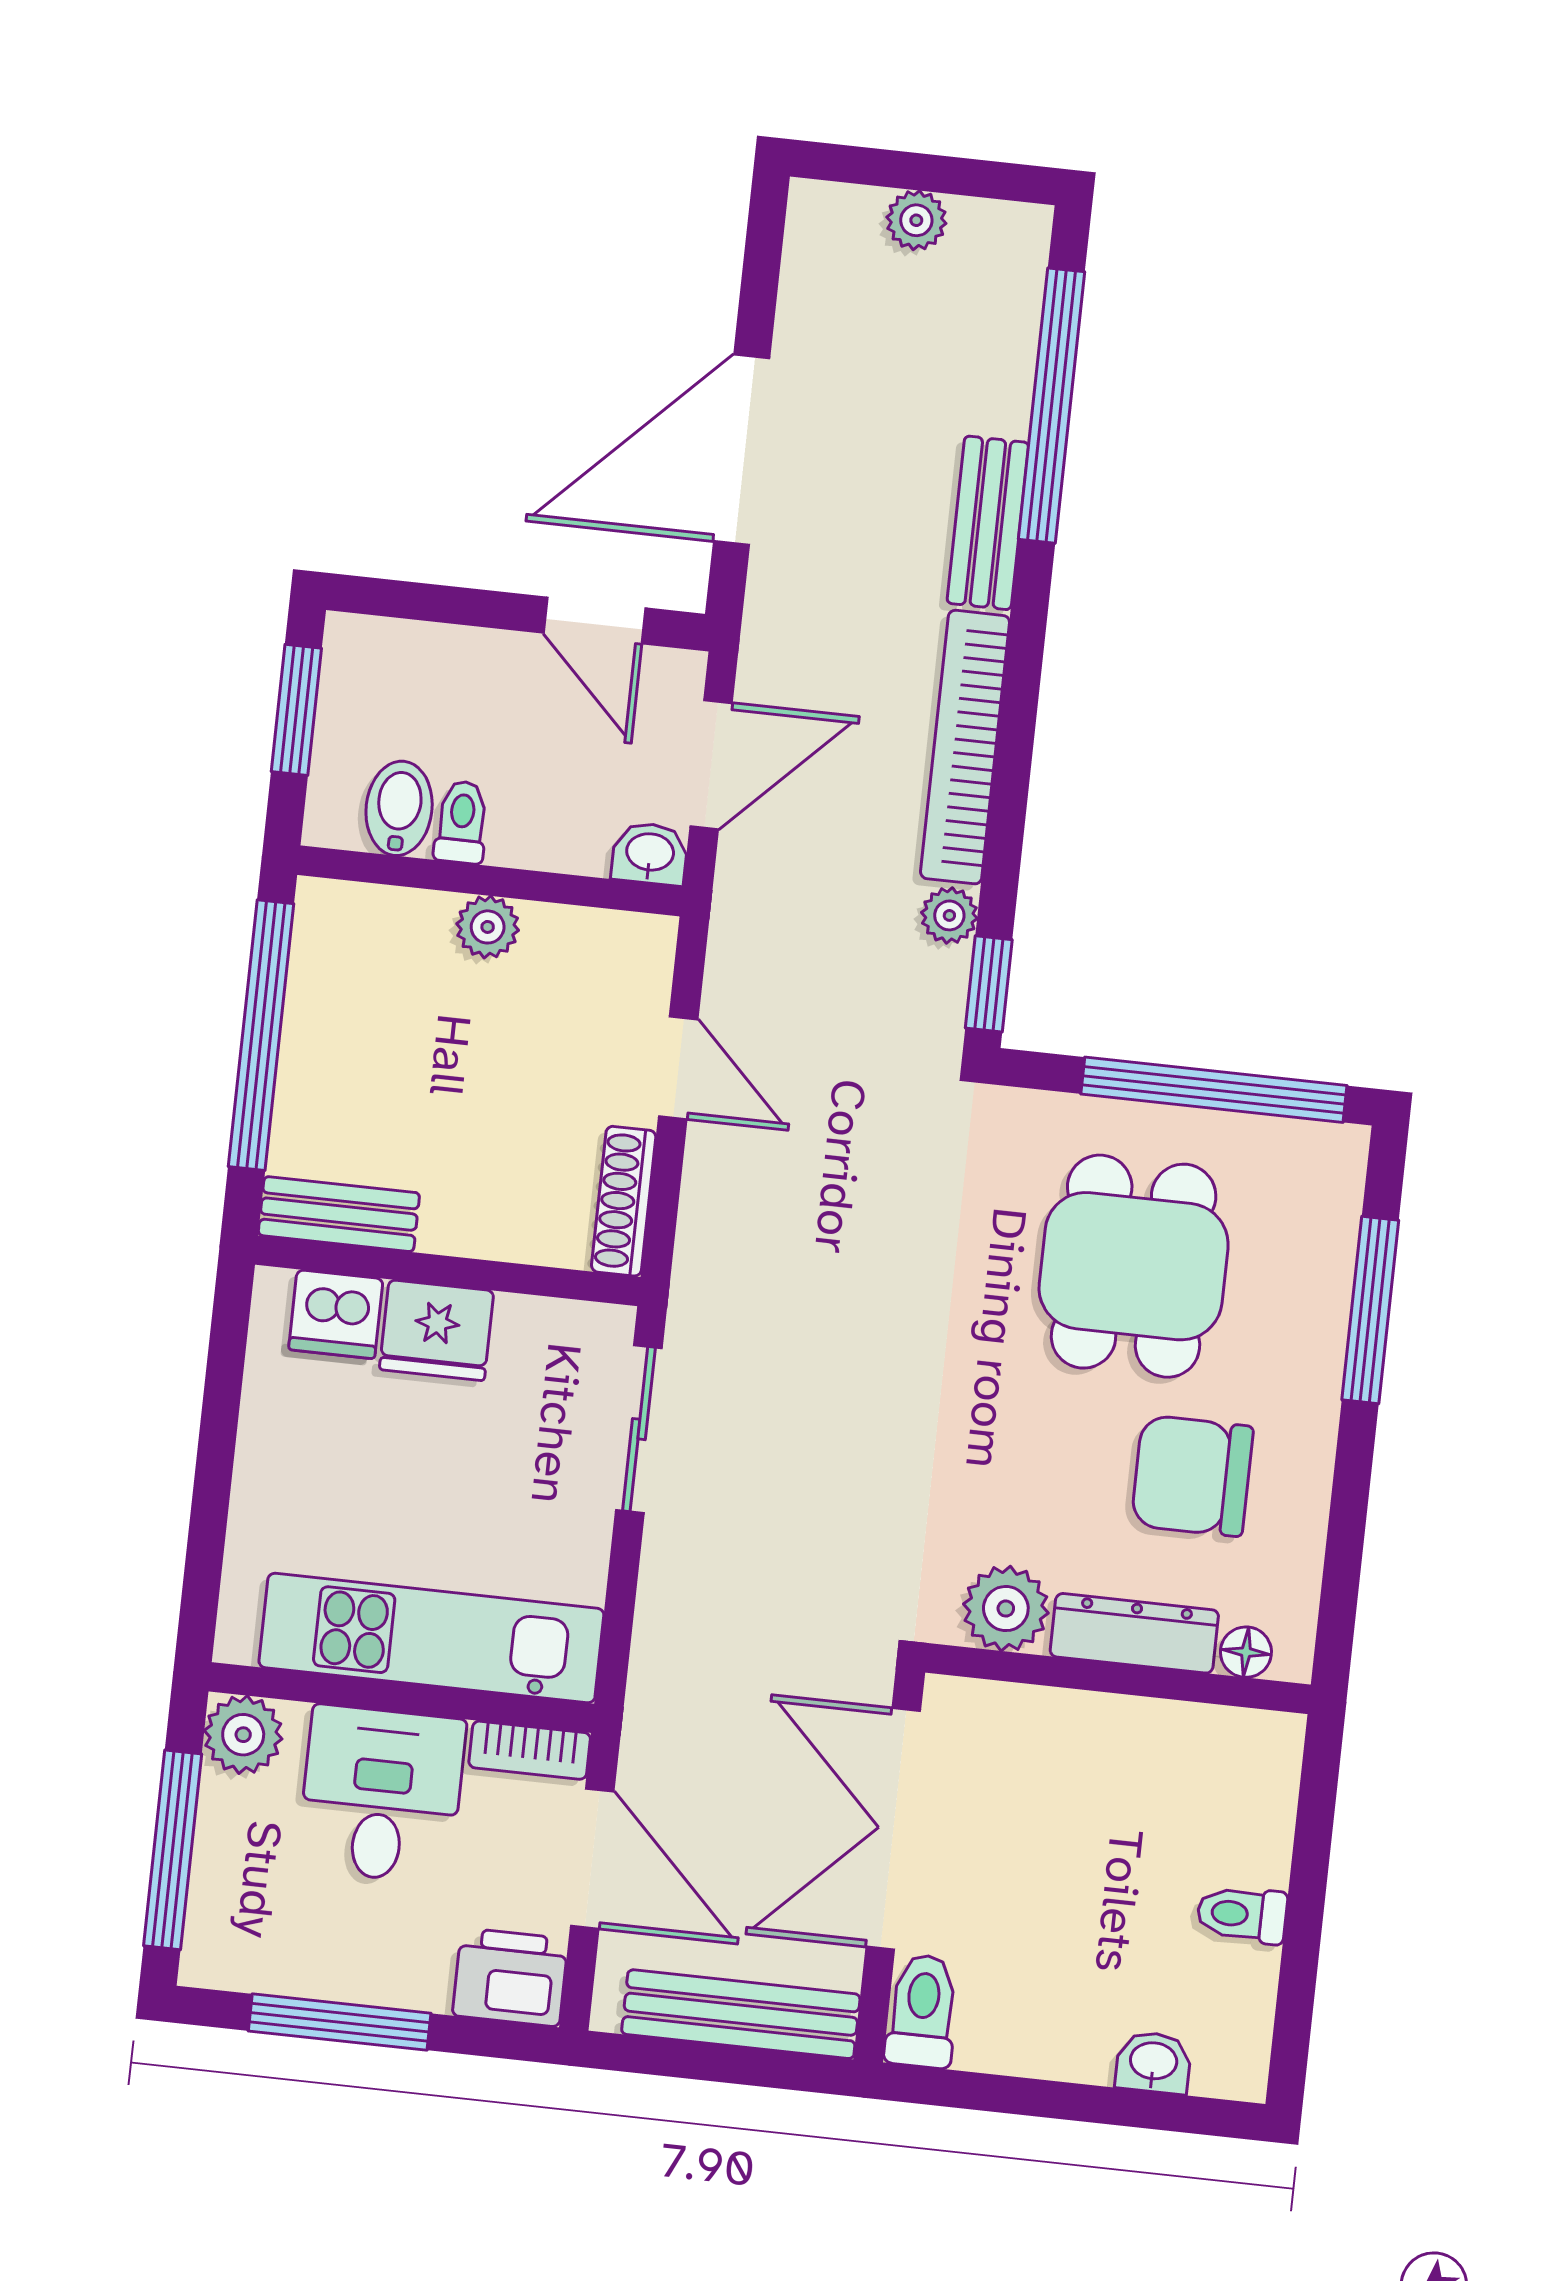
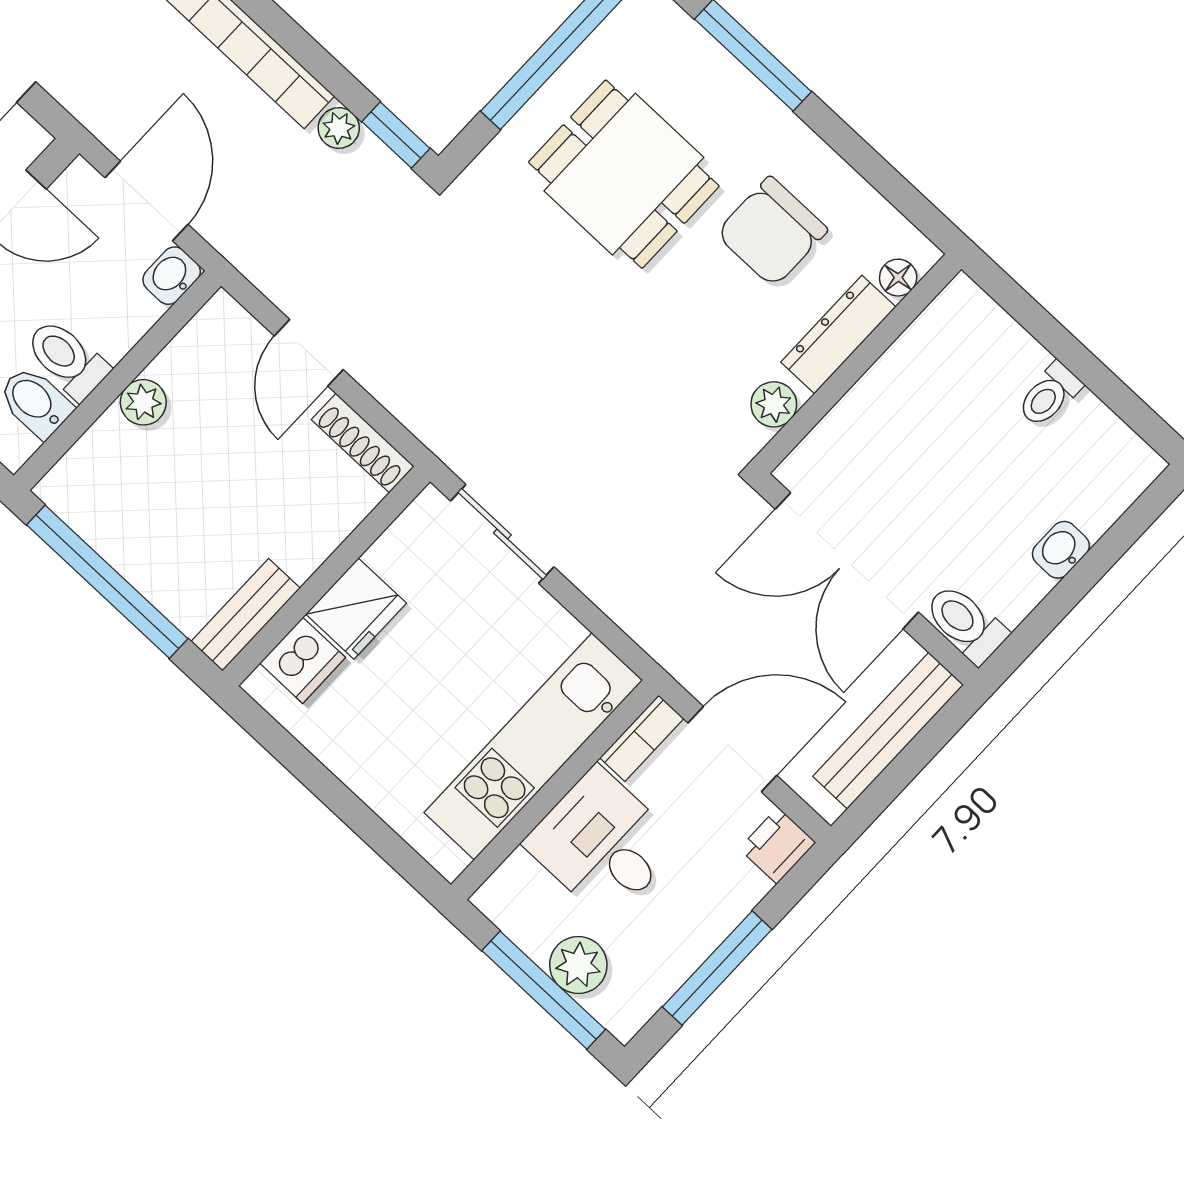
toilet: (462, 822) -> (67, 359), width x1.37, depth x1.39
door: (678, 1068) -> (309, 353), swing flipped
plant: (1006, 1609) -> (774, 404), width x0.73, depth x0.73
plant: (243, 1735) -> (578, 965), moved
printer: (510, 1977) -> (777, 846), width x0.73, depth x0.81
washbasin: (1153, 2063) -> (1061, 550), moved

